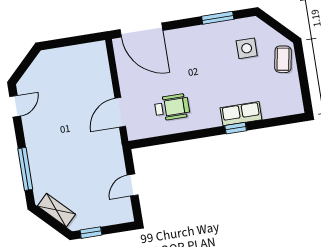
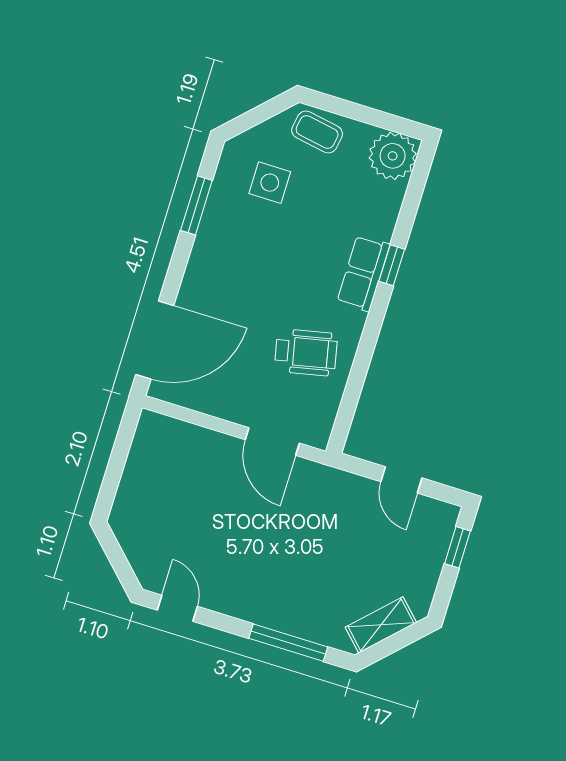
plant: (290, 102) -> (393, 156), added
wheelchair: (172, 107) -> (306, 352), turned 78
row of seats: (241, 114) -> (363, 273), moved
window: (91, 233) -> (458, 547), moved

